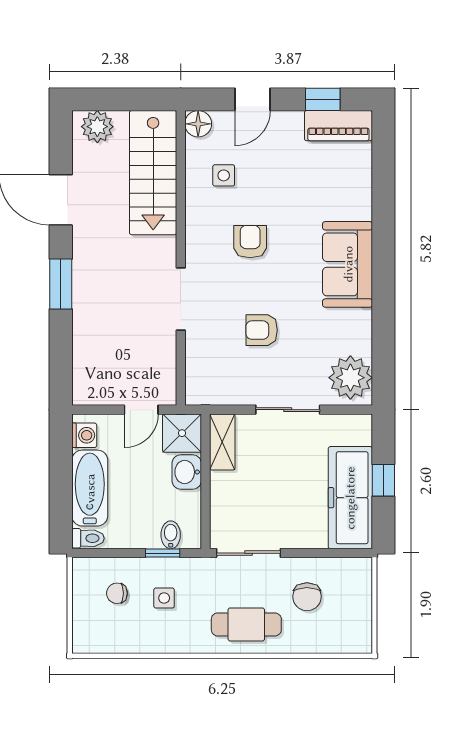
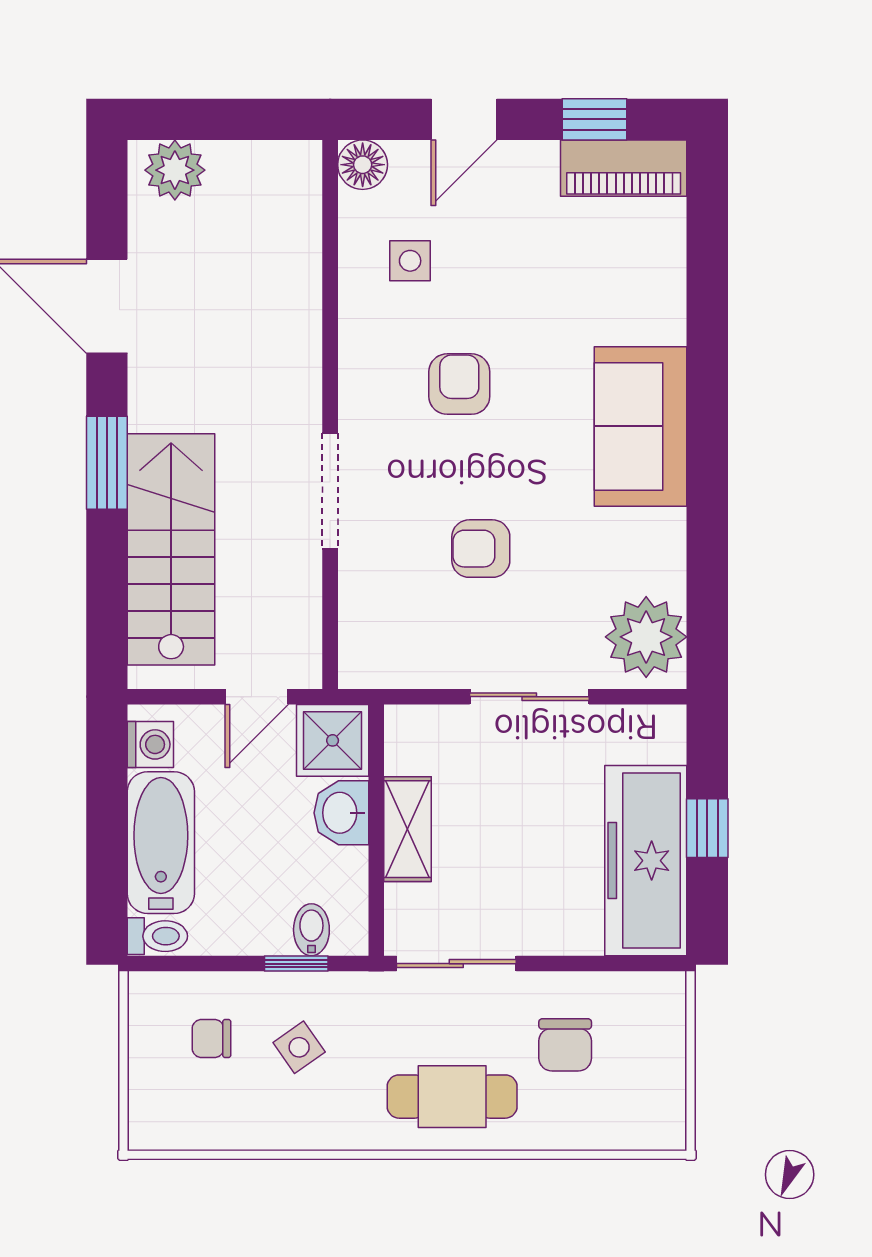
stairs: (153, 173) -> (171, 549), moved, turned 180
shelving: (222, 442) -> (408, 829), moved
side table: (164, 598) -> (299, 1047), turned -35

